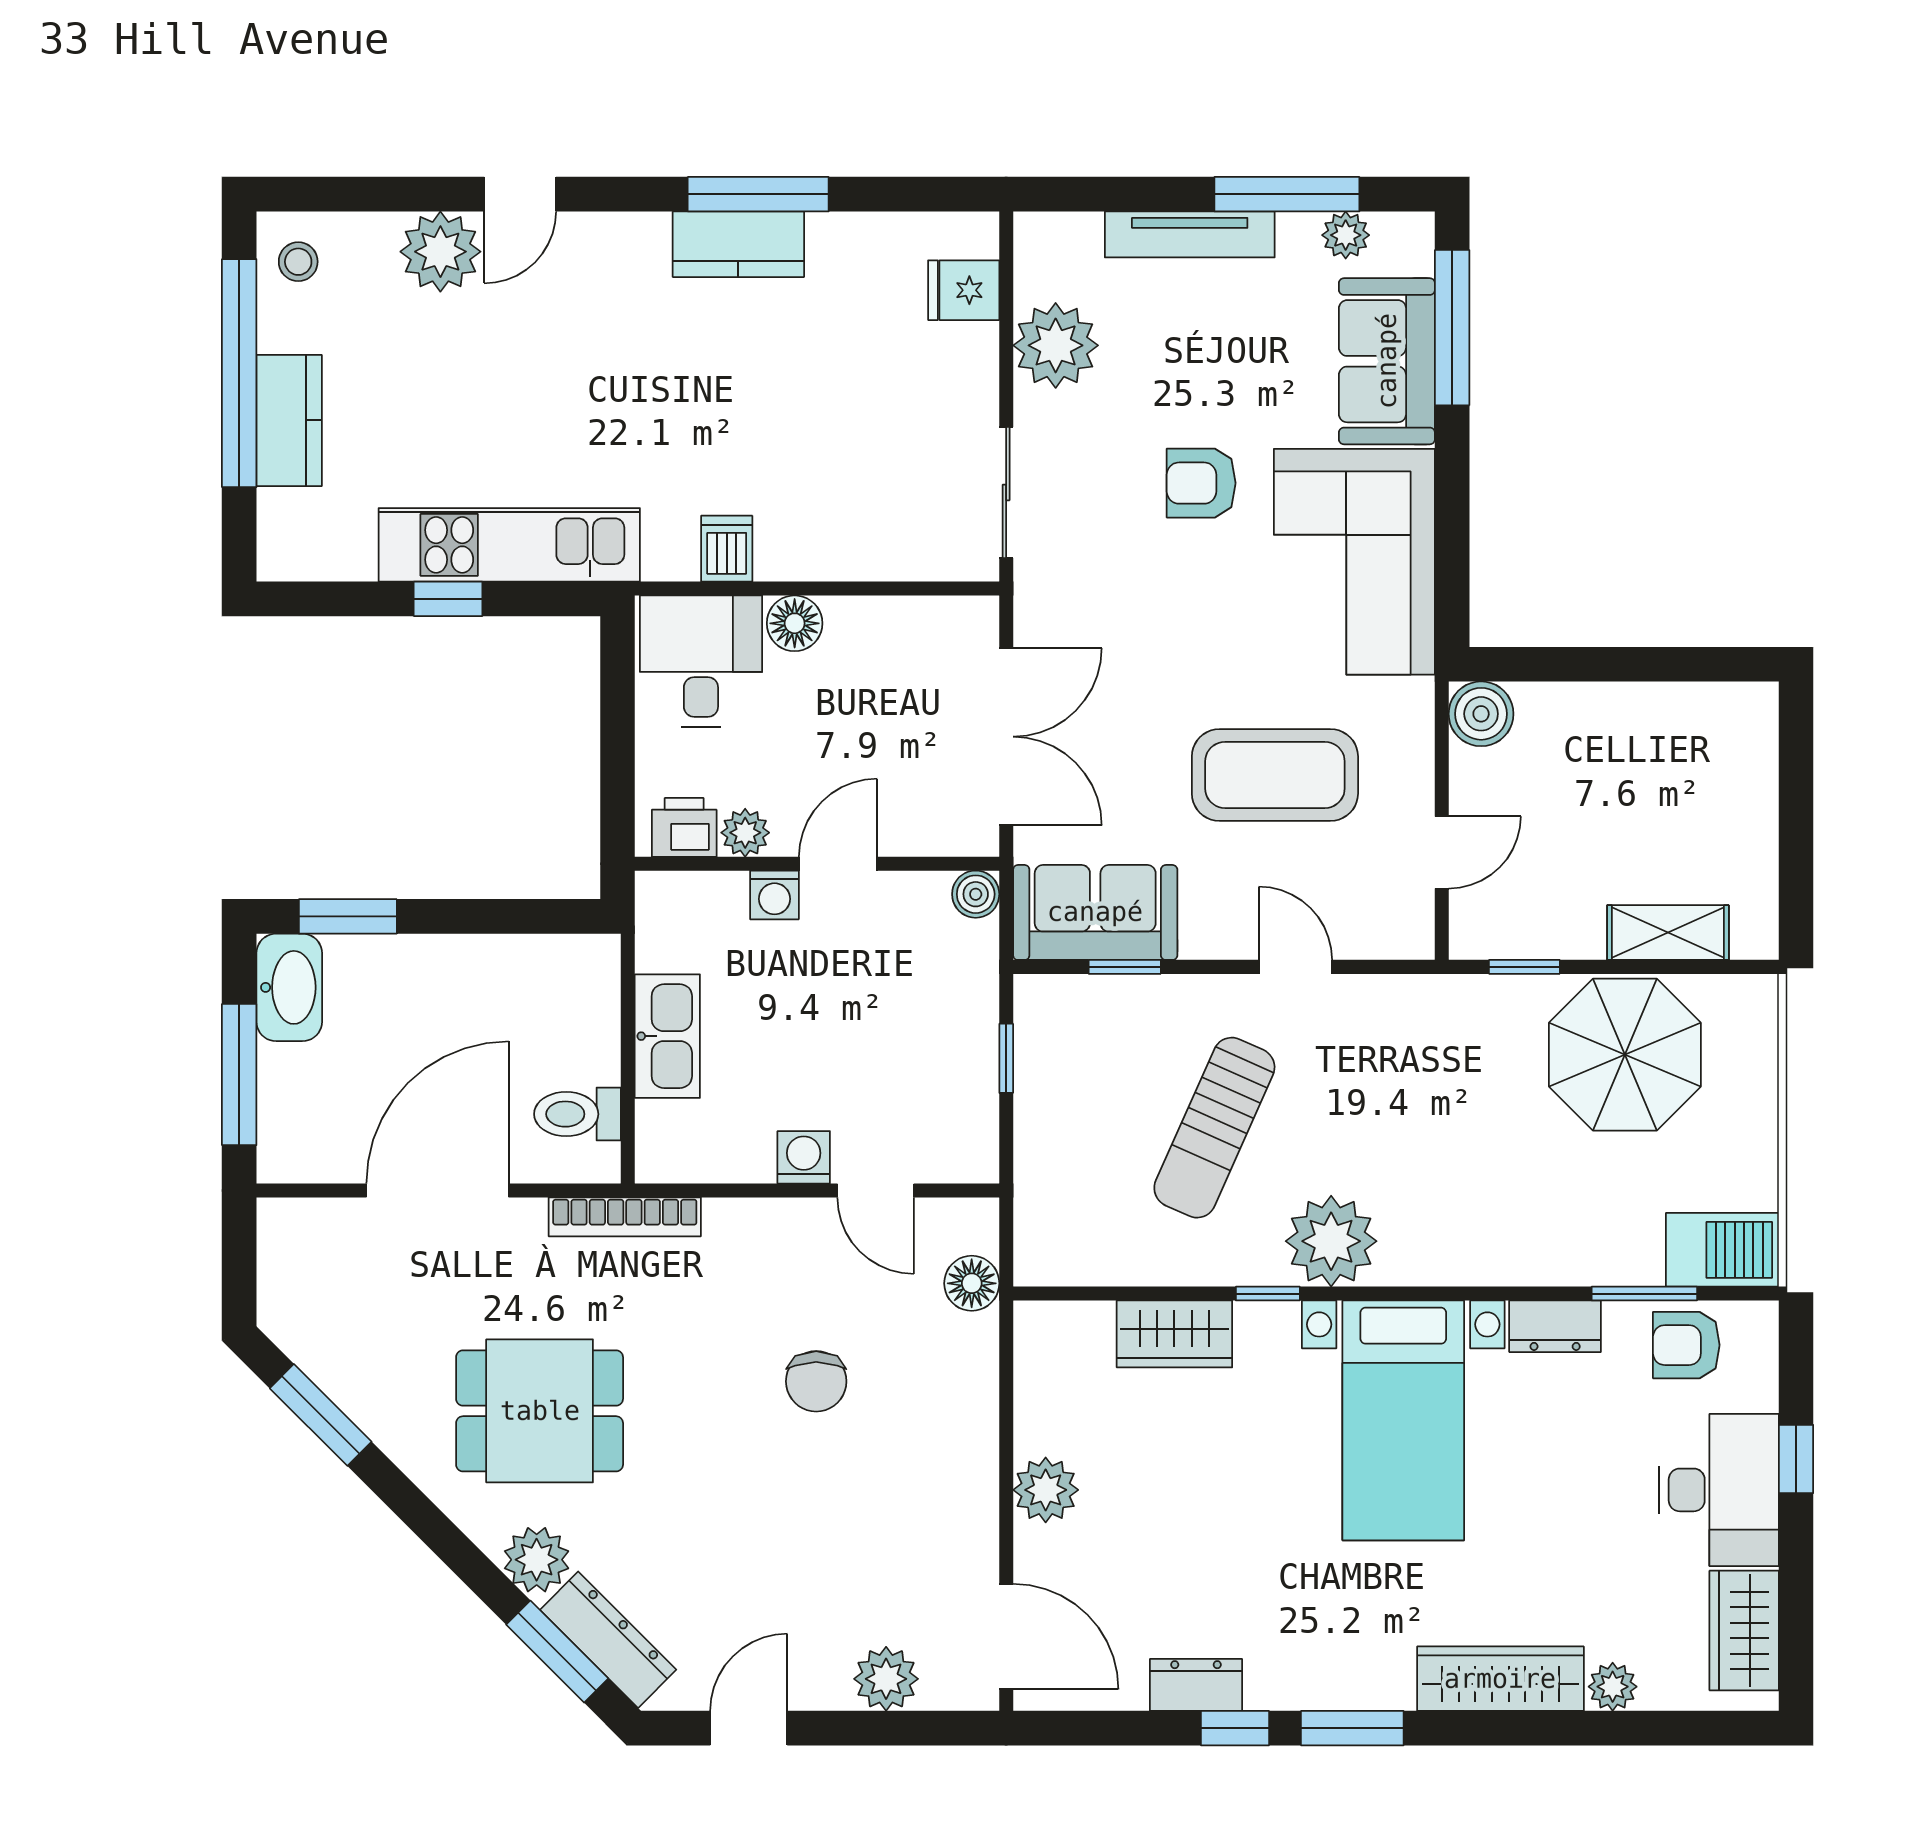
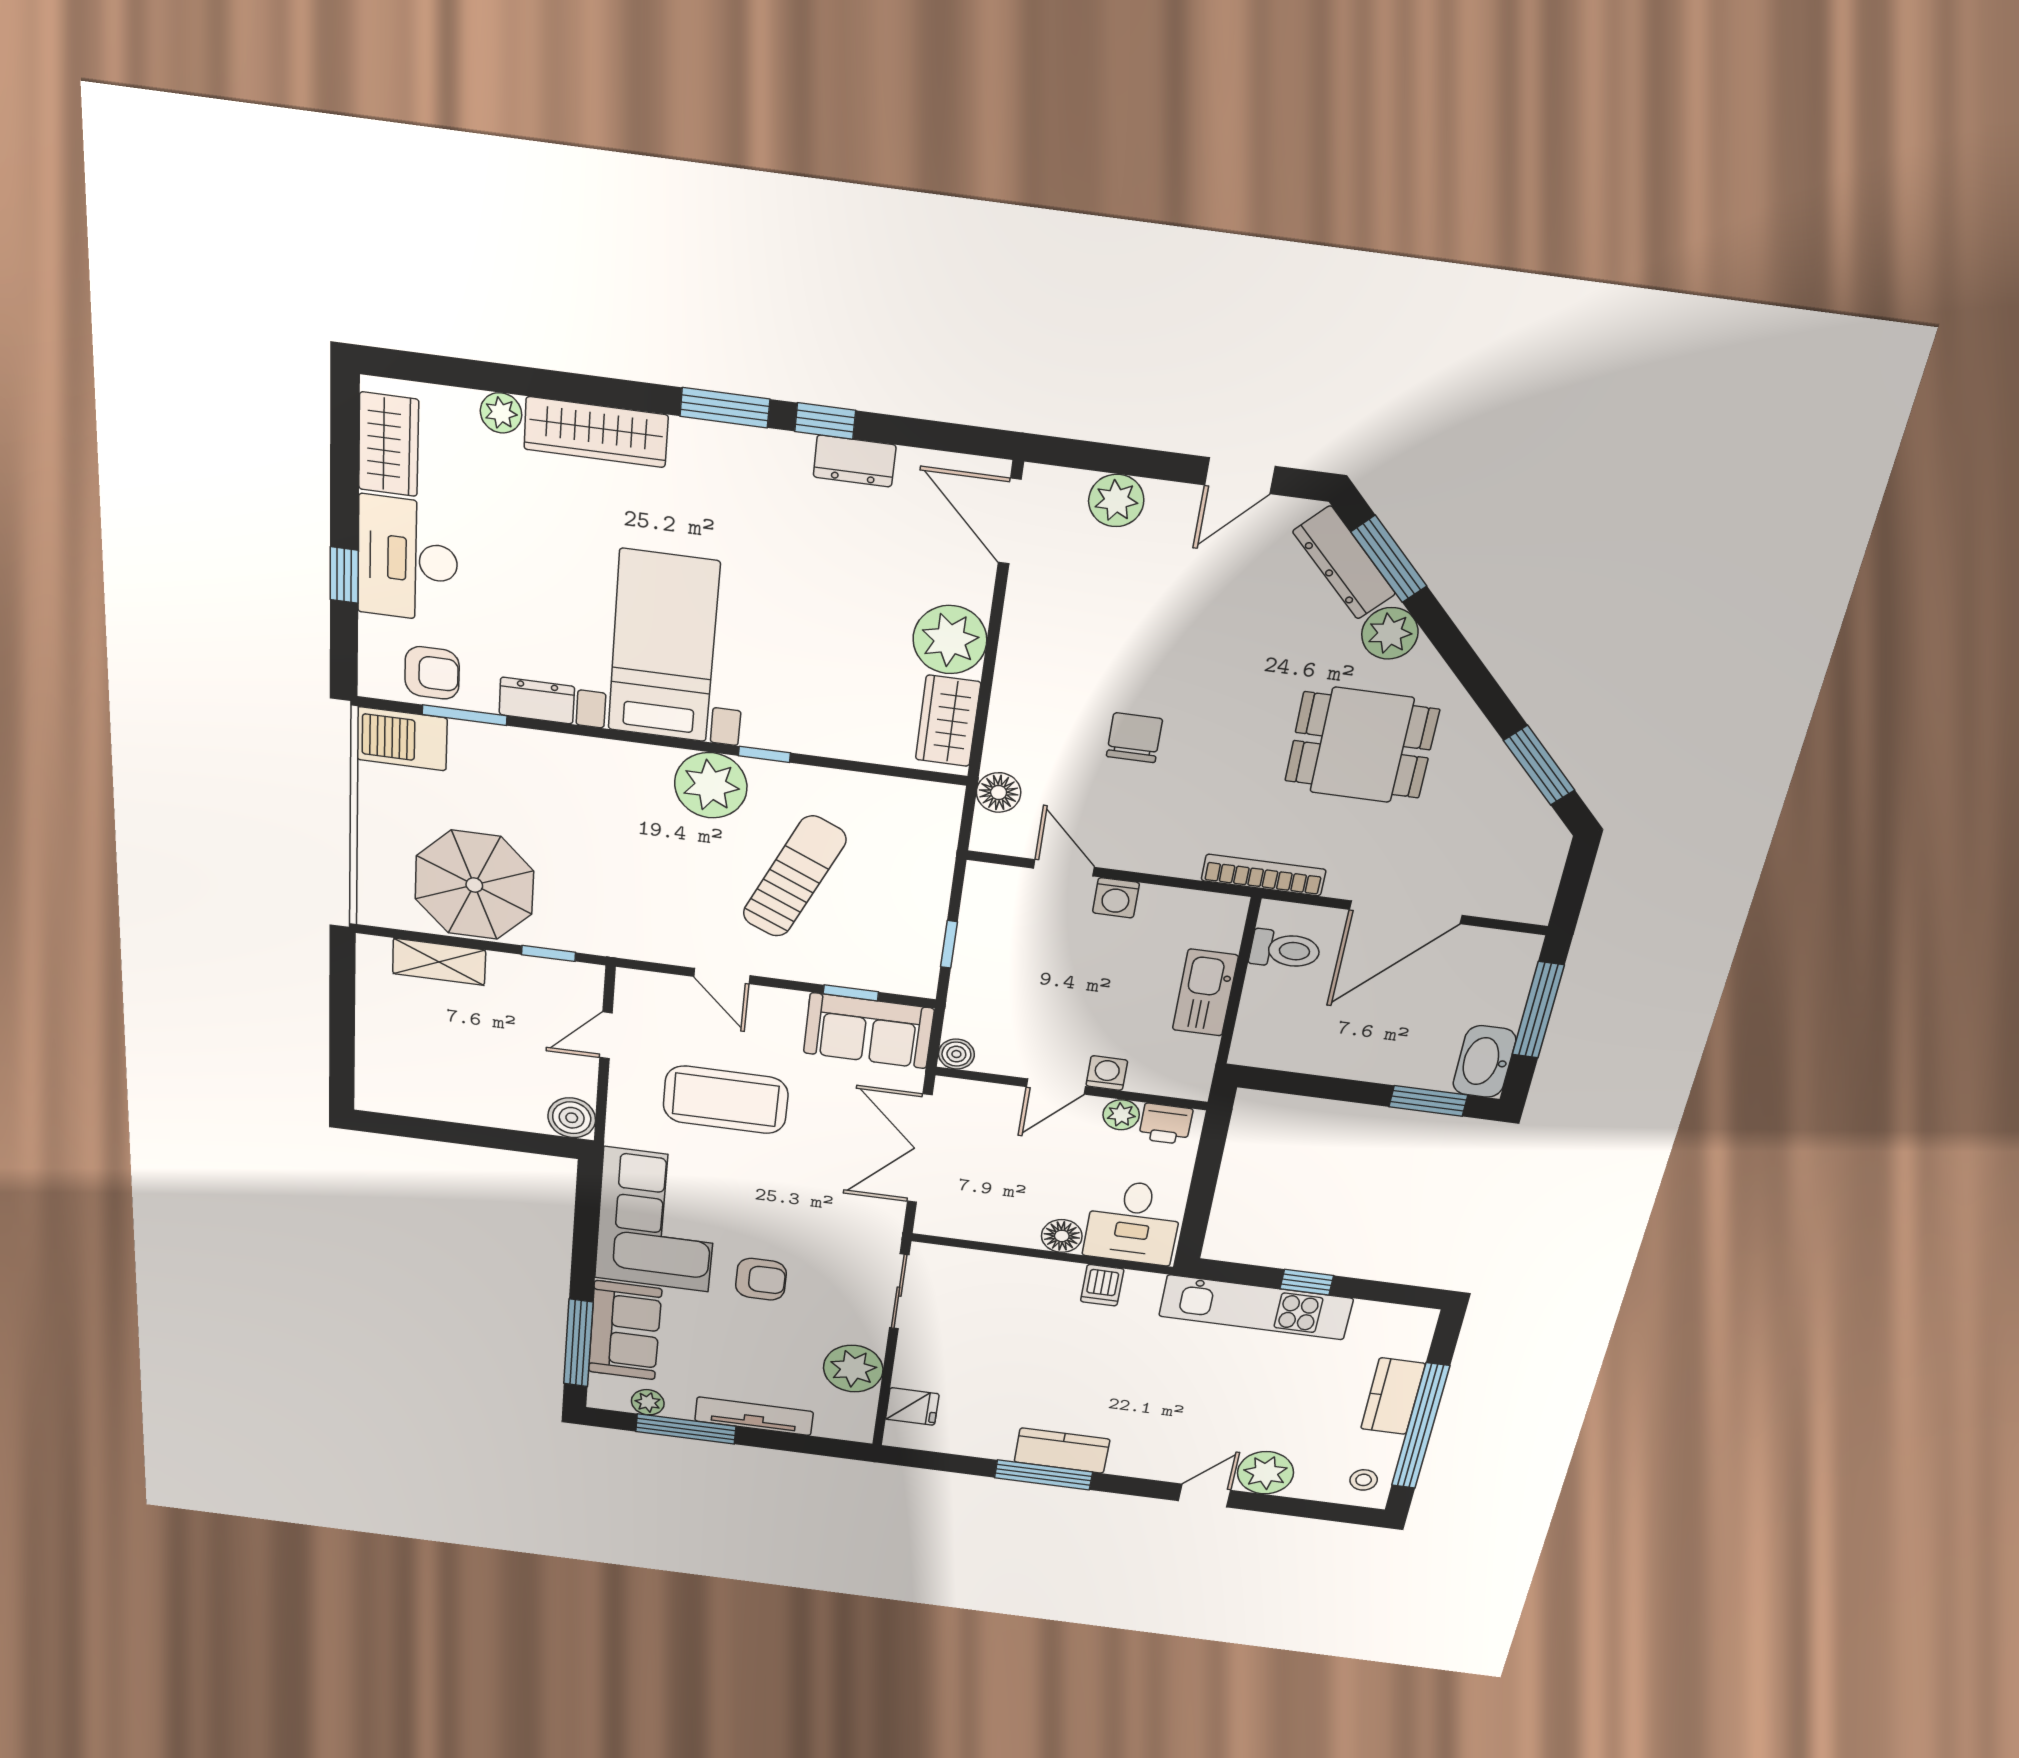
wardrobe: (1174, 1334) -> (948, 721), moved, turned -90
plant: (1046, 1490) -> (950, 640), width x1.36, depth x1.36

